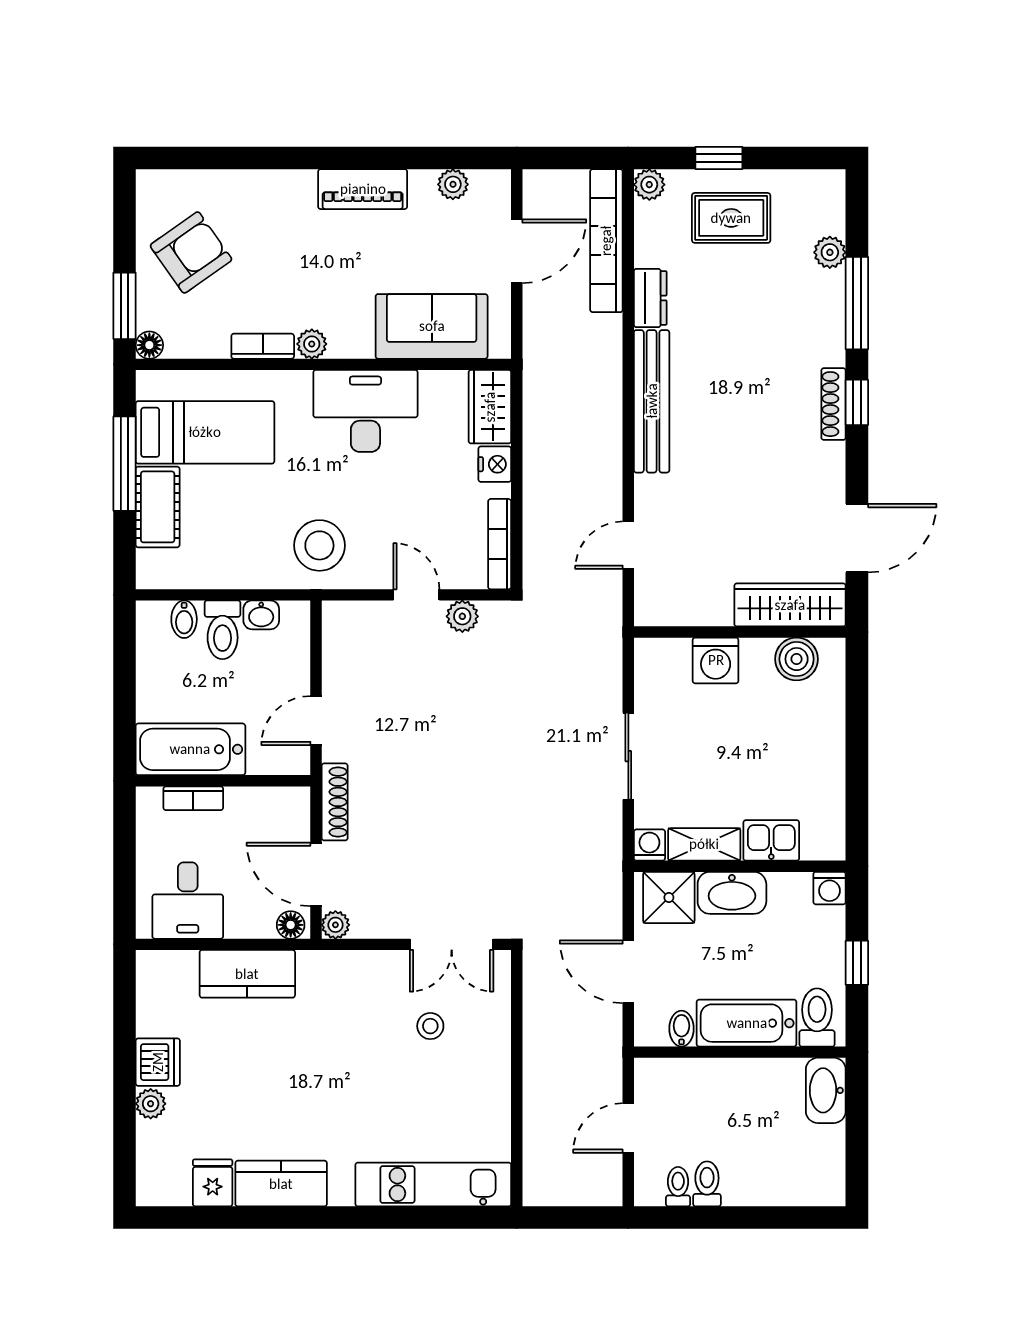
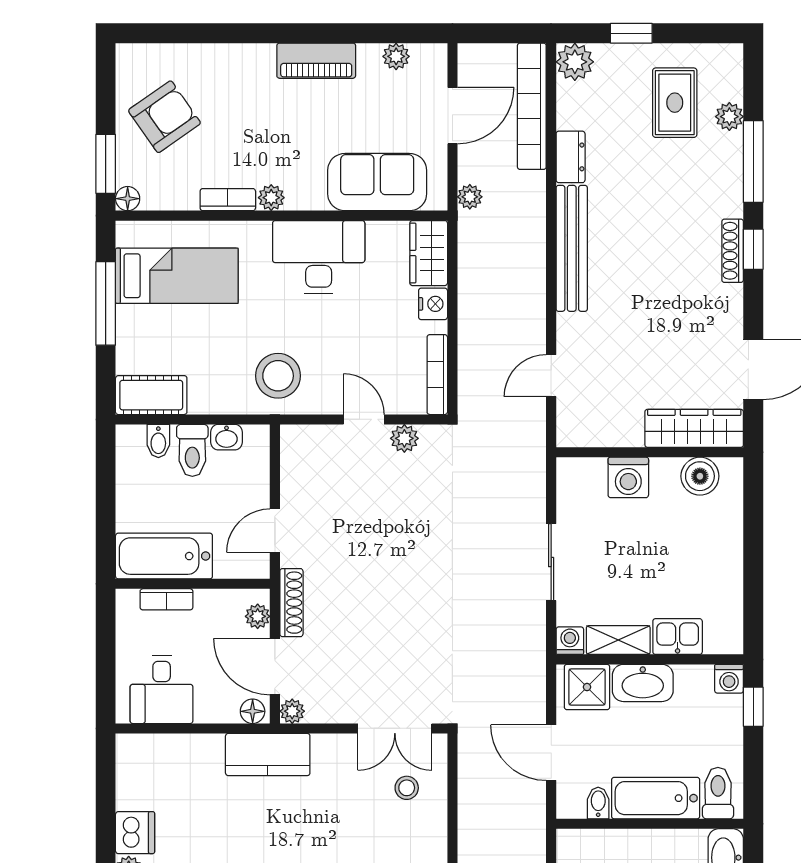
plant: (649, 185) -> (575, 62), width x1.38, depth x1.38
rug: (731, 218) -> (675, 103), moved, turned 90
plant: (536, 343) -> (470, 197), added
cot: (158, 507) -> (151, 395), moved, turned 90
plant: (296, 817) -> (258, 616), added
window: (857, 963) -> (753, 707), moved
kitchen counter: (247, 974) -> (268, 754), moved
stool: (430, 1026) -> (407, 788), moved

